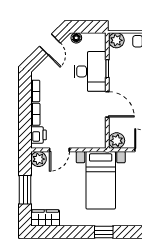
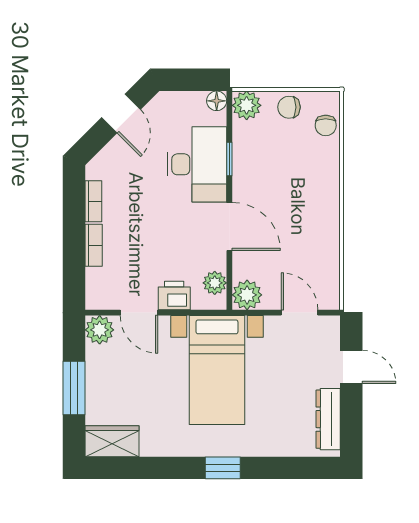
floor lamp: (76, 38) -> (217, 101), moved
plant: (100, 134) -> (215, 283), added
printer: (39, 135) -> (174, 295), moved, turned -90
door: (59, 150) -> (139, 313), hinge flipped

